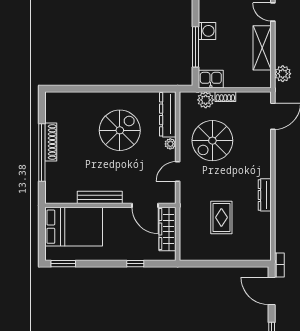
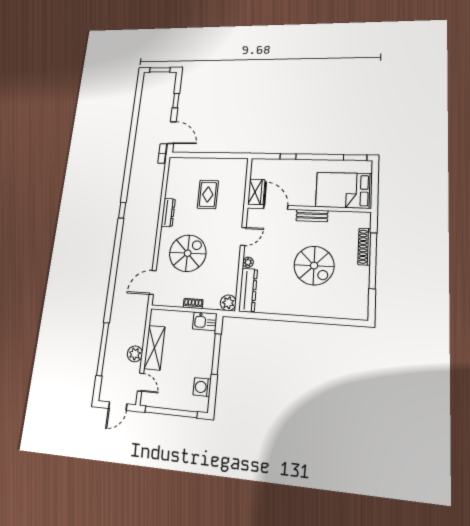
washing machine: (207, 31) -> (202, 387), moved
plant: (283, 74) -> (135, 354), moved
plant: (206, 100) -> (228, 303), moved
spiral stairs: (120, 130) -> (314, 266), moved, turned -90
spiral stairs: (212, 141) -> (188, 253), moved
shoe rack: (51, 142) -> (364, 247), moved
bench: (100, 197) -> (312, 216), width x0.73
wardrobe: (167, 229) -> (256, 192), width x0.67

